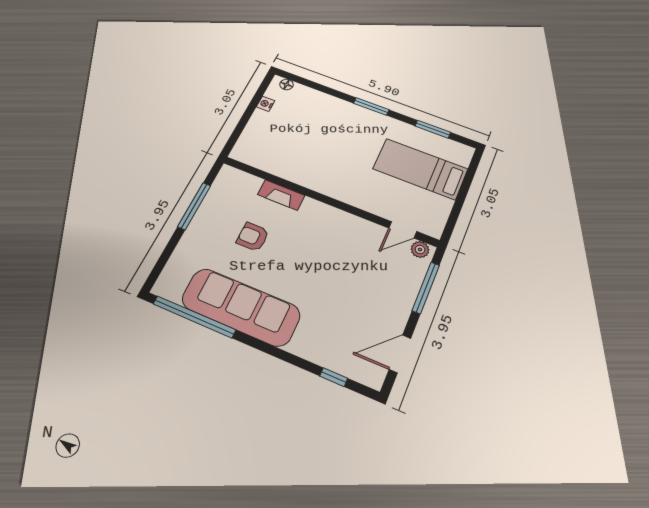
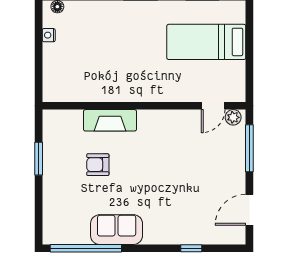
fireplace: (281, 195) -> (110, 120), width x1.37, depth x1.32
window: (194, 206) -> (39, 159), width x0.69
sofa: (241, 307) -> (117, 230), width x0.54, depth x0.79
window: (334, 377) -> (191, 248), moved

